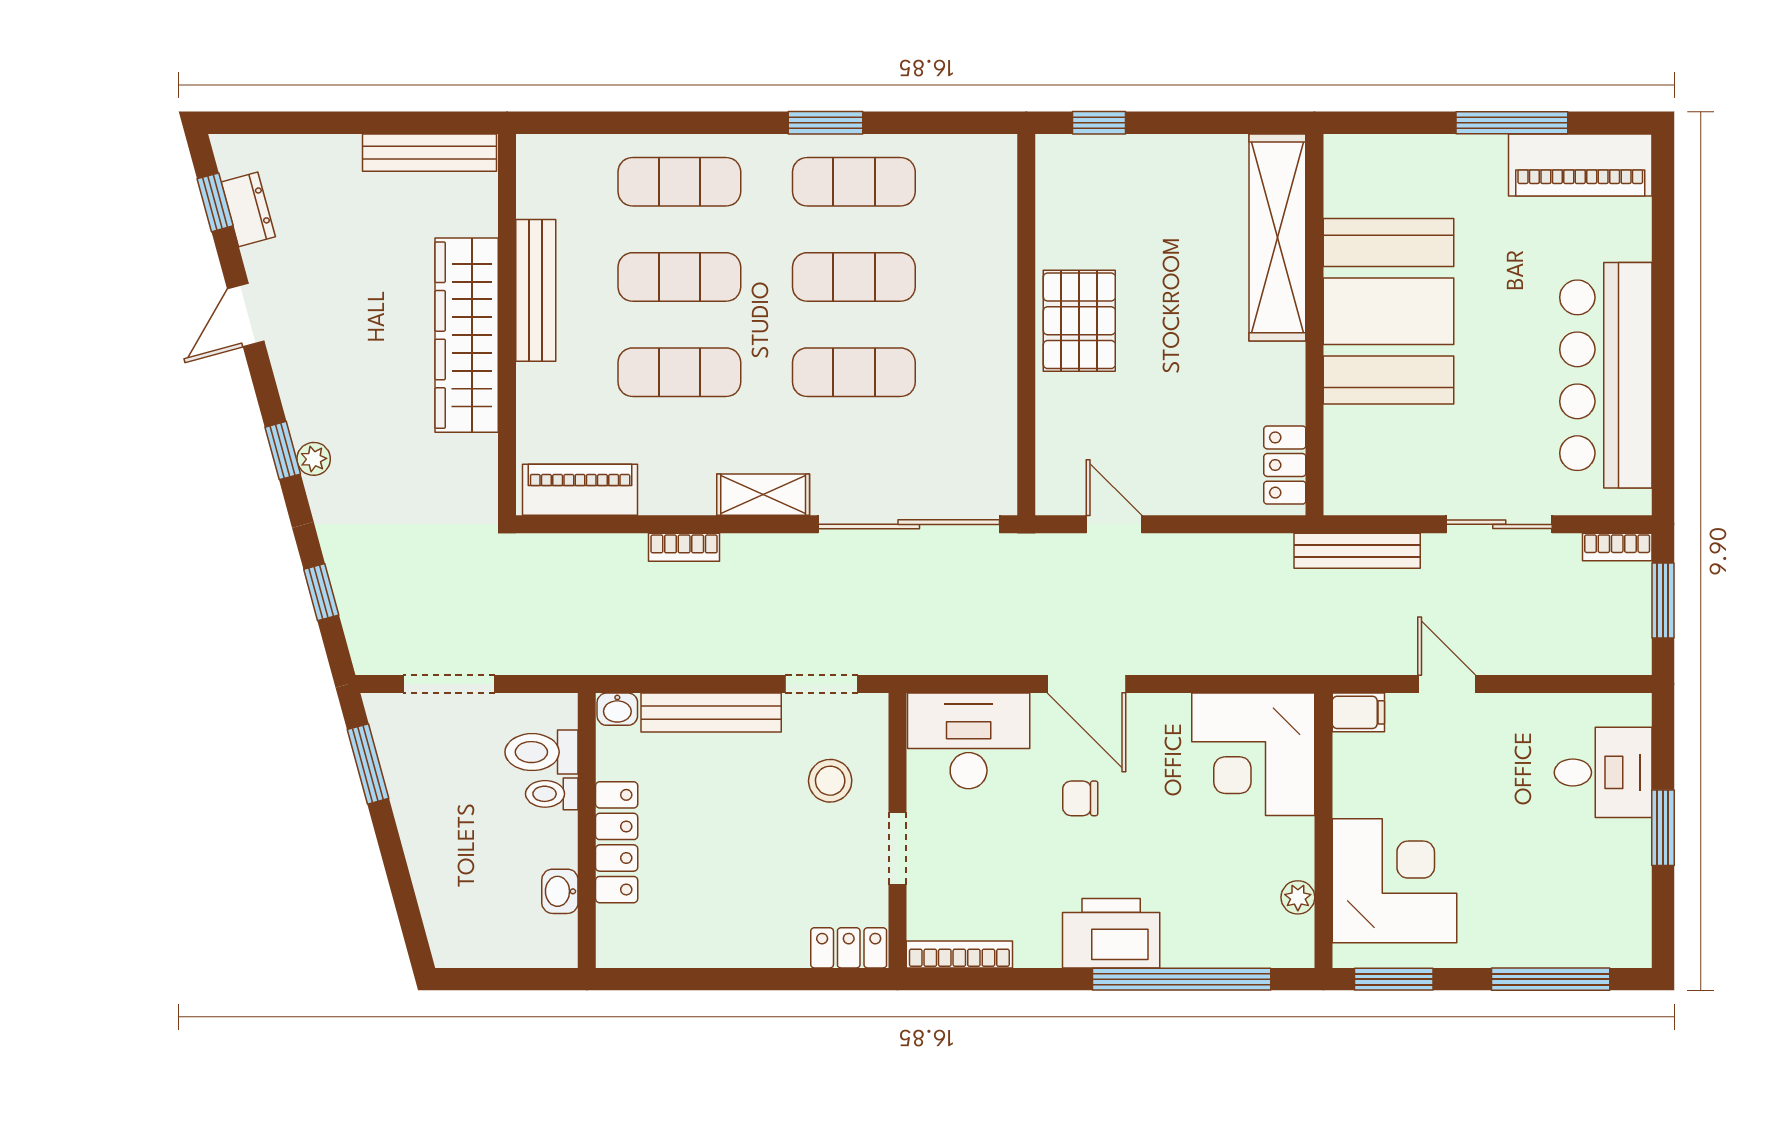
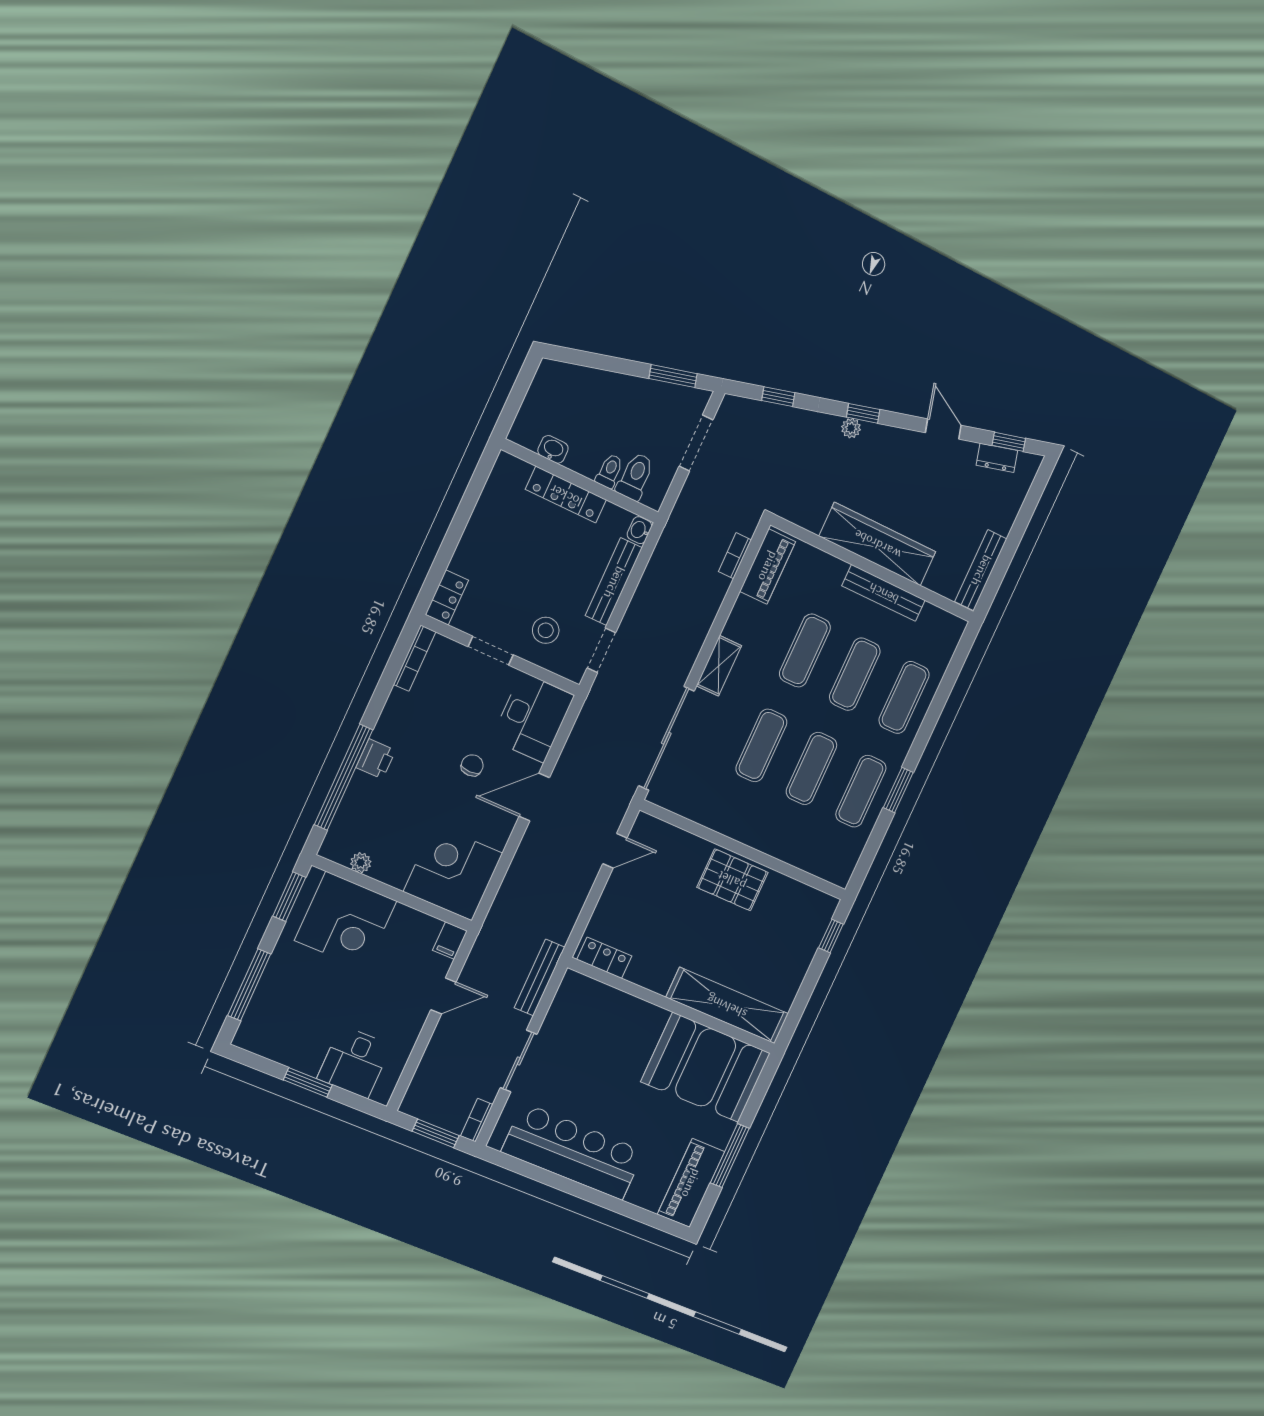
booth: (1389, 311) -> (706, 1067), moved
bookcase: (684, 547) -> (735, 556), moved
printer: (1111, 933) -> (376, 759), width x0.53, depth x0.68

